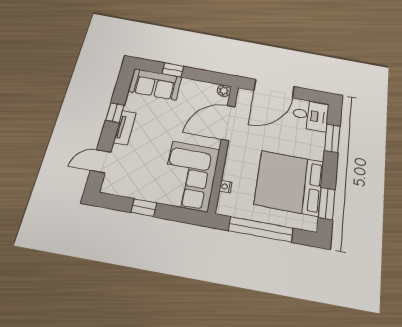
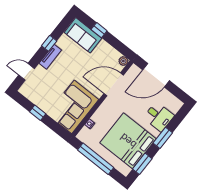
desk: (311, 115) -> (159, 117), moved
window: (332, 138) -> (163, 138), moved

